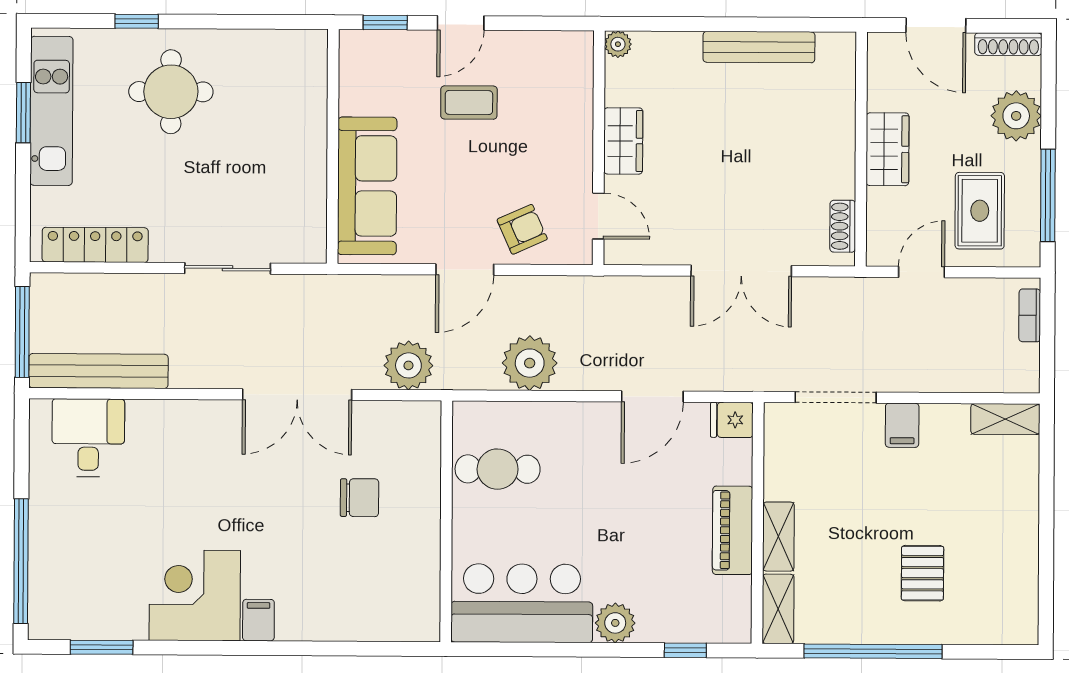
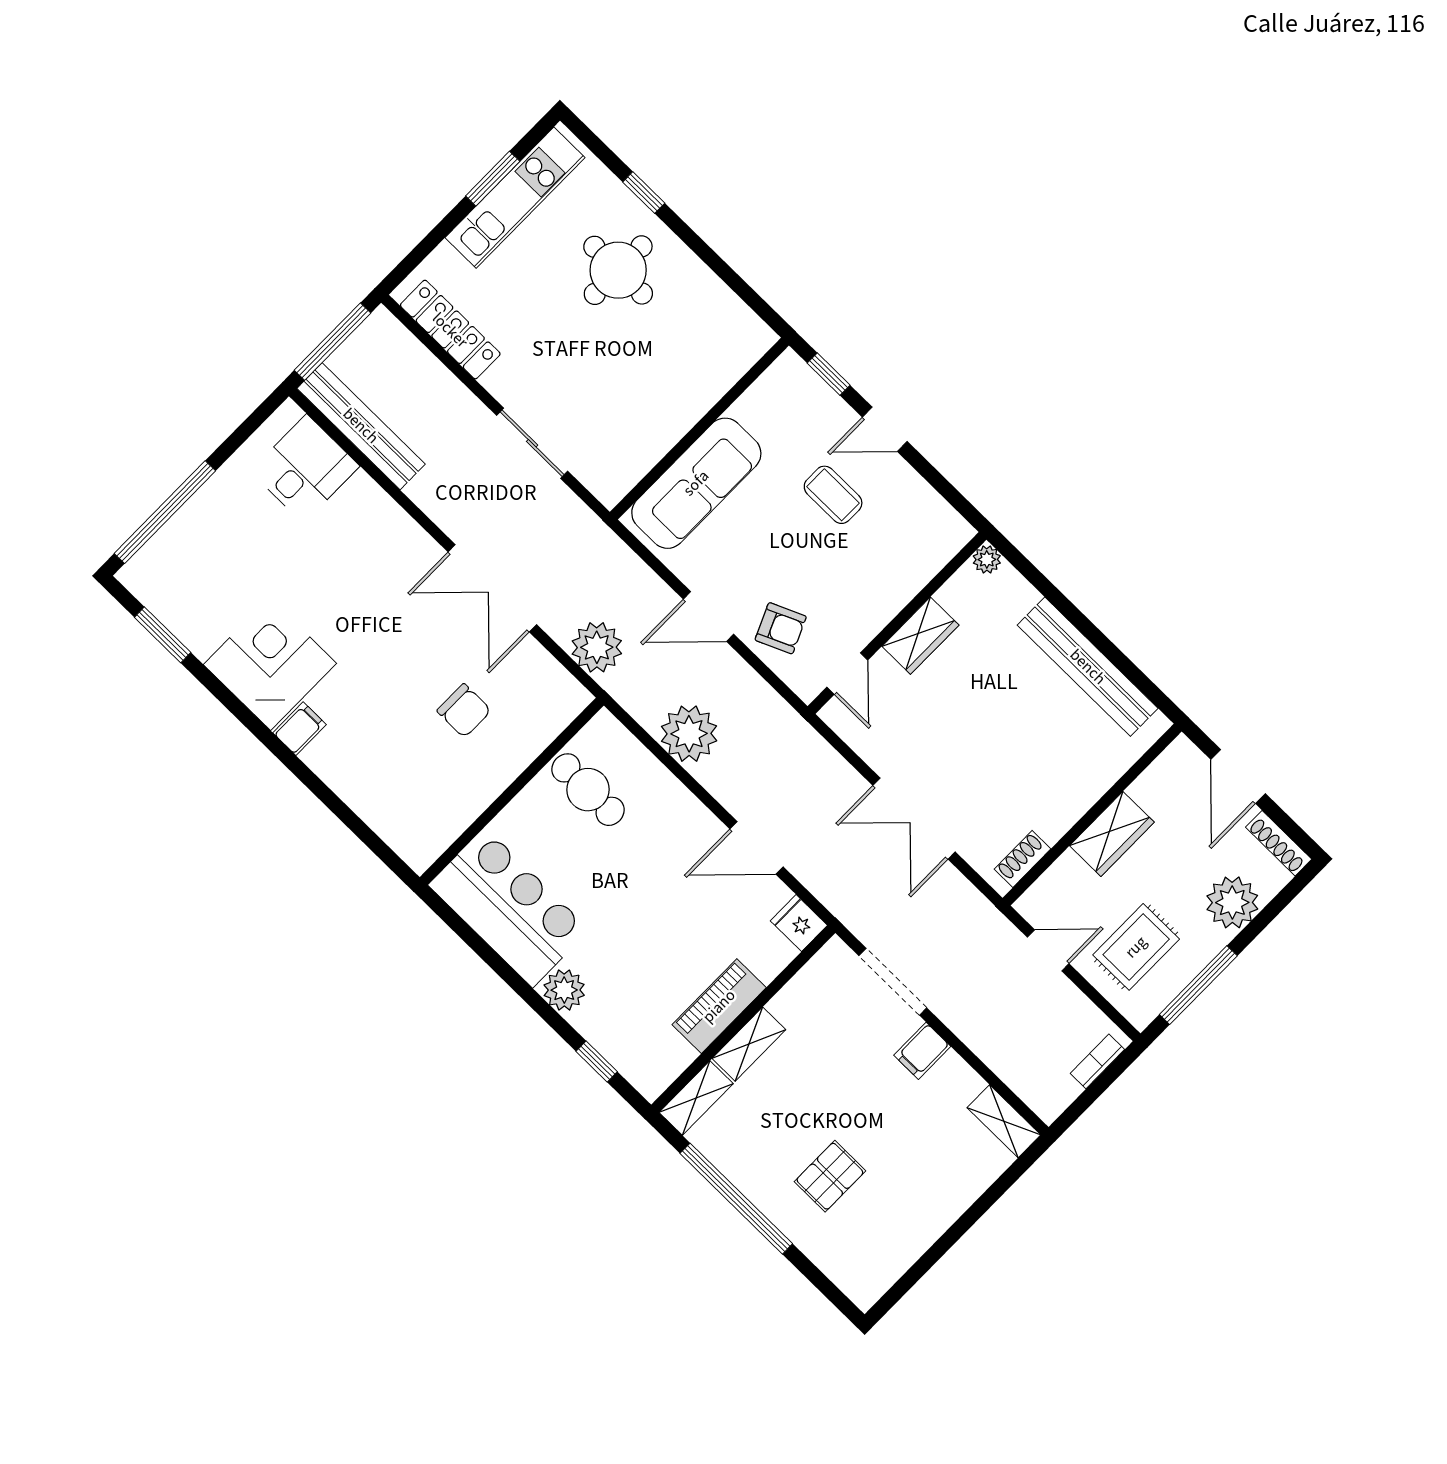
bench: (759, 47) -> (1088, 667), width x1.37, depth x1.21

